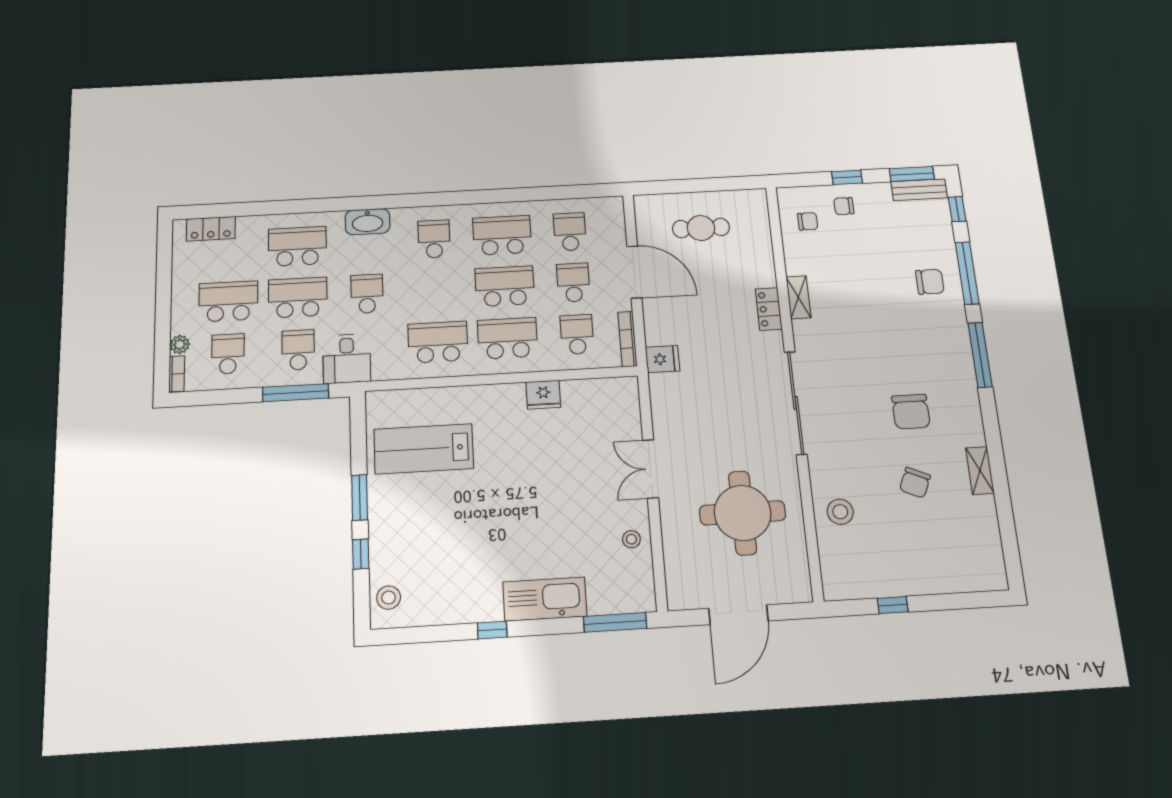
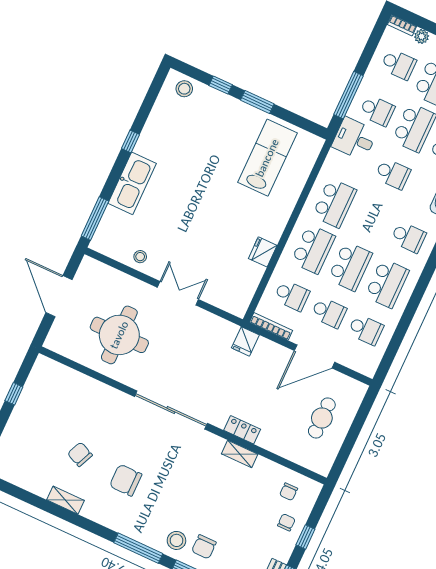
stool: (840, 512) -> (176, 540), moved

